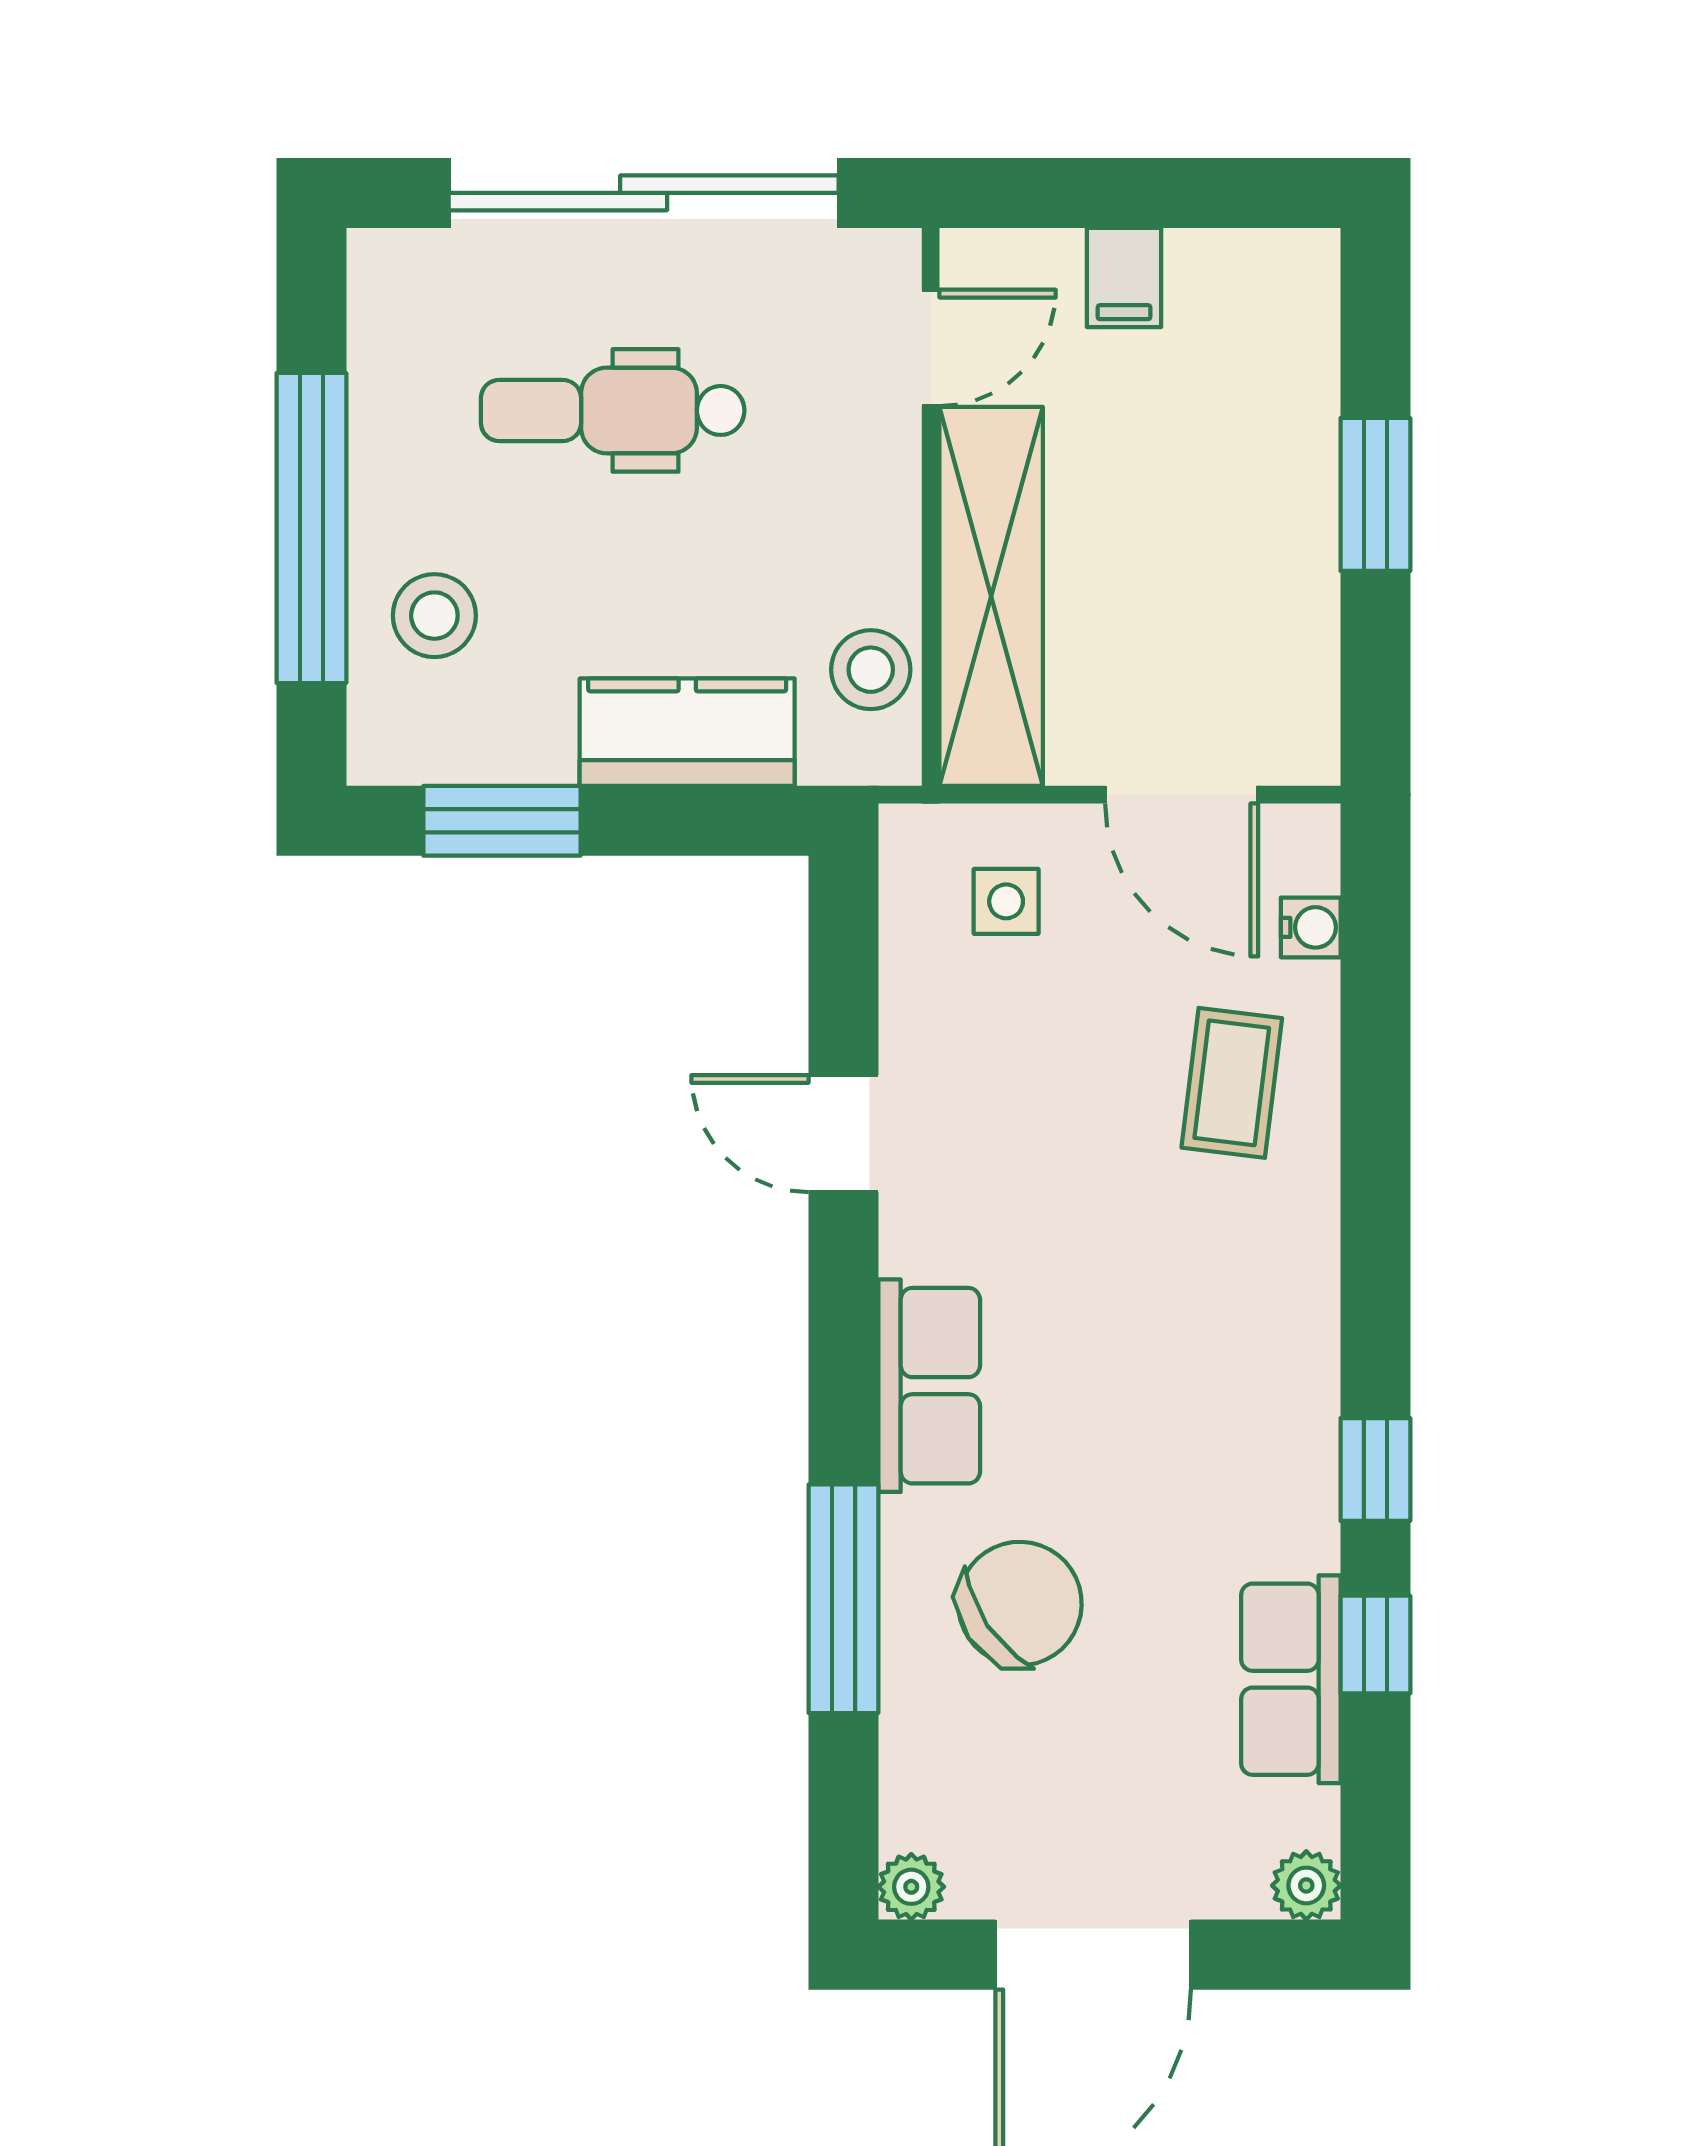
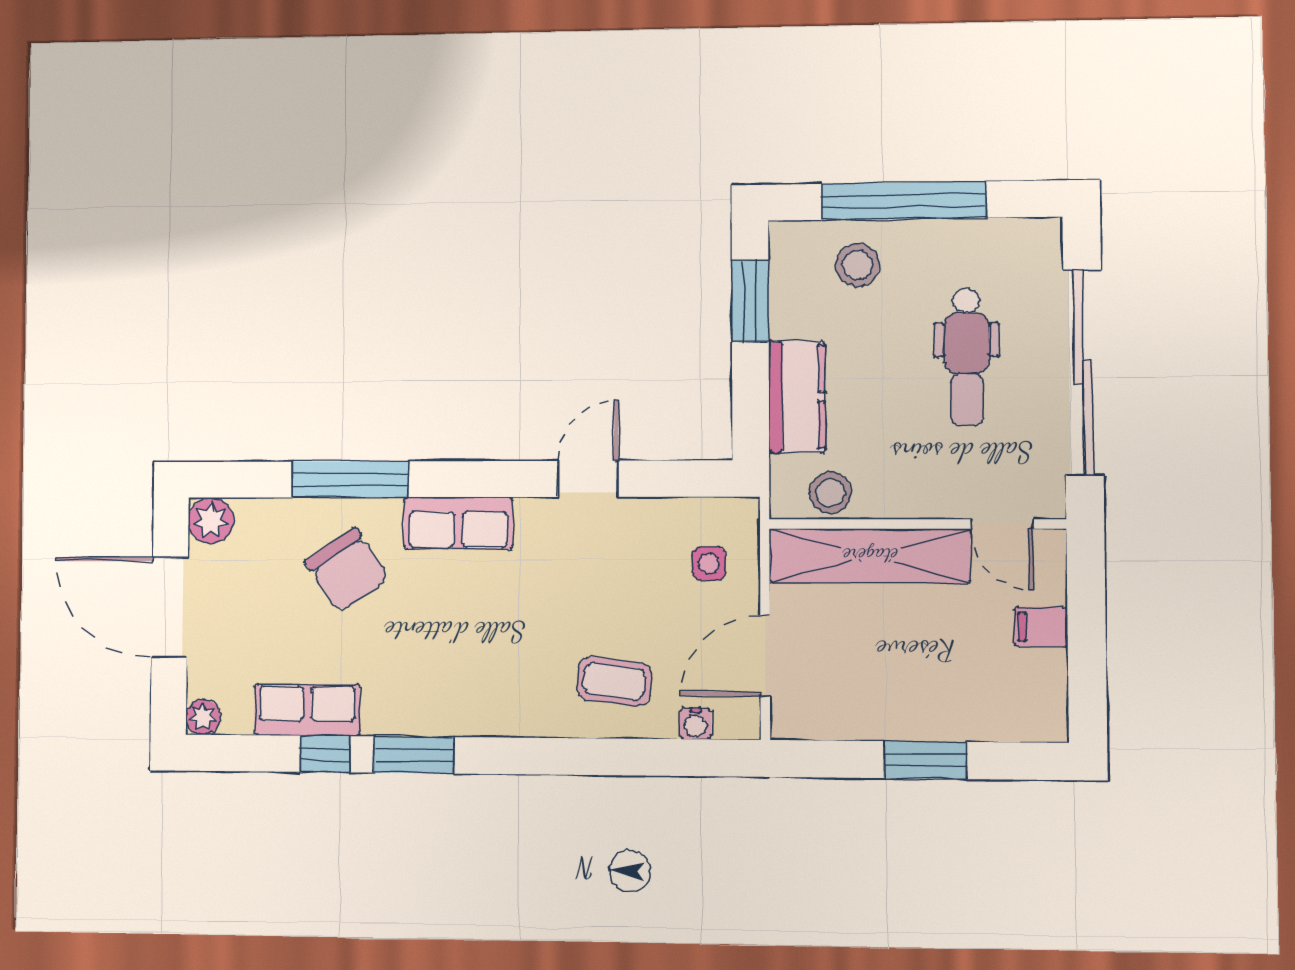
dental chair: (613, 410) -> (967, 357), turned 180
window: (1375, 1470) -> (414, 755), width x1.50
plant: (911, 1887) -> (211, 521), width x1.38, depth x1.38

